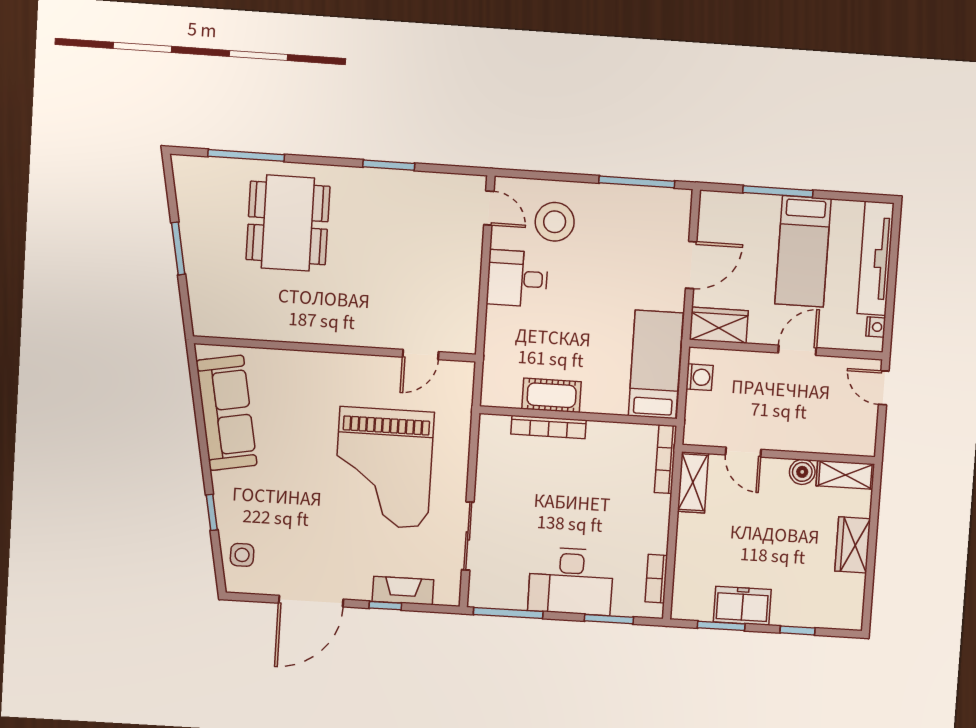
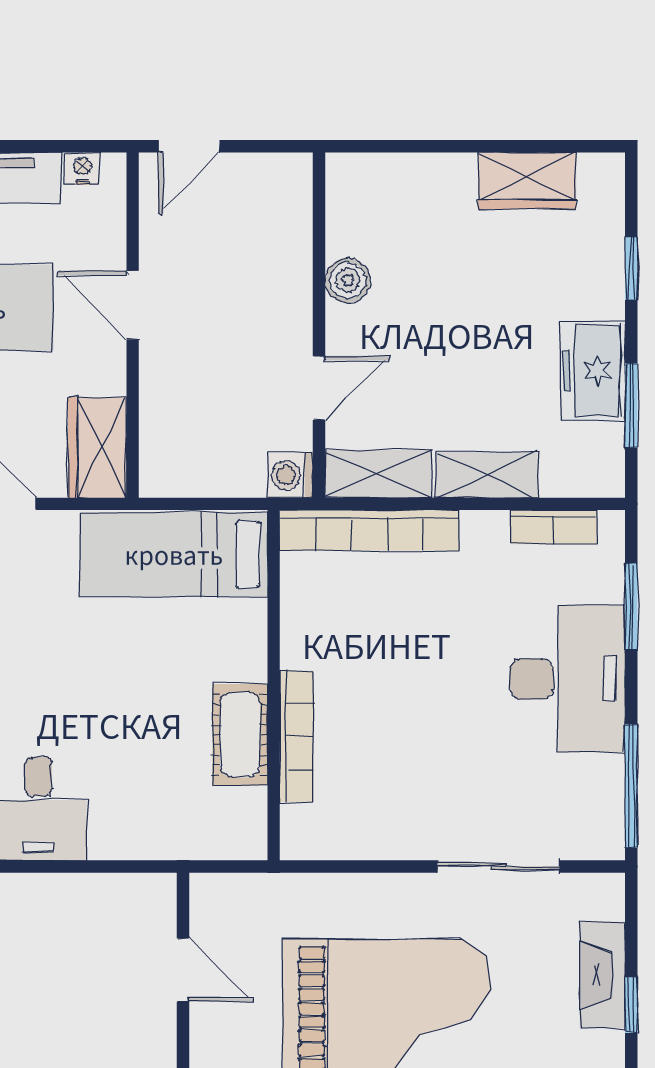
washing machine: (699, 377) -> (290, 475), moved, turned -90
bookcase: (665, 459) -> (369, 530), width x1.48, depth x1.31
shelving: (845, 475) -> (487, 475), moved, turned 90
wardrobe: (853, 545) -> (527, 181), moved

